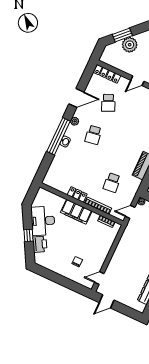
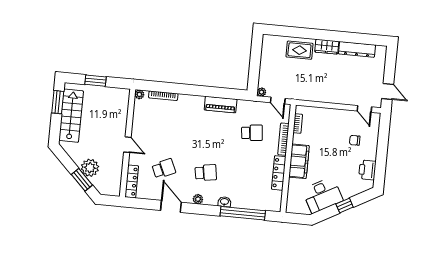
window: (59, 136) -> (243, 213), moved
locker: (77, 194) -> (279, 173), width x1.53
printer: (40, 244) -> (367, 170), moved, turned -61

